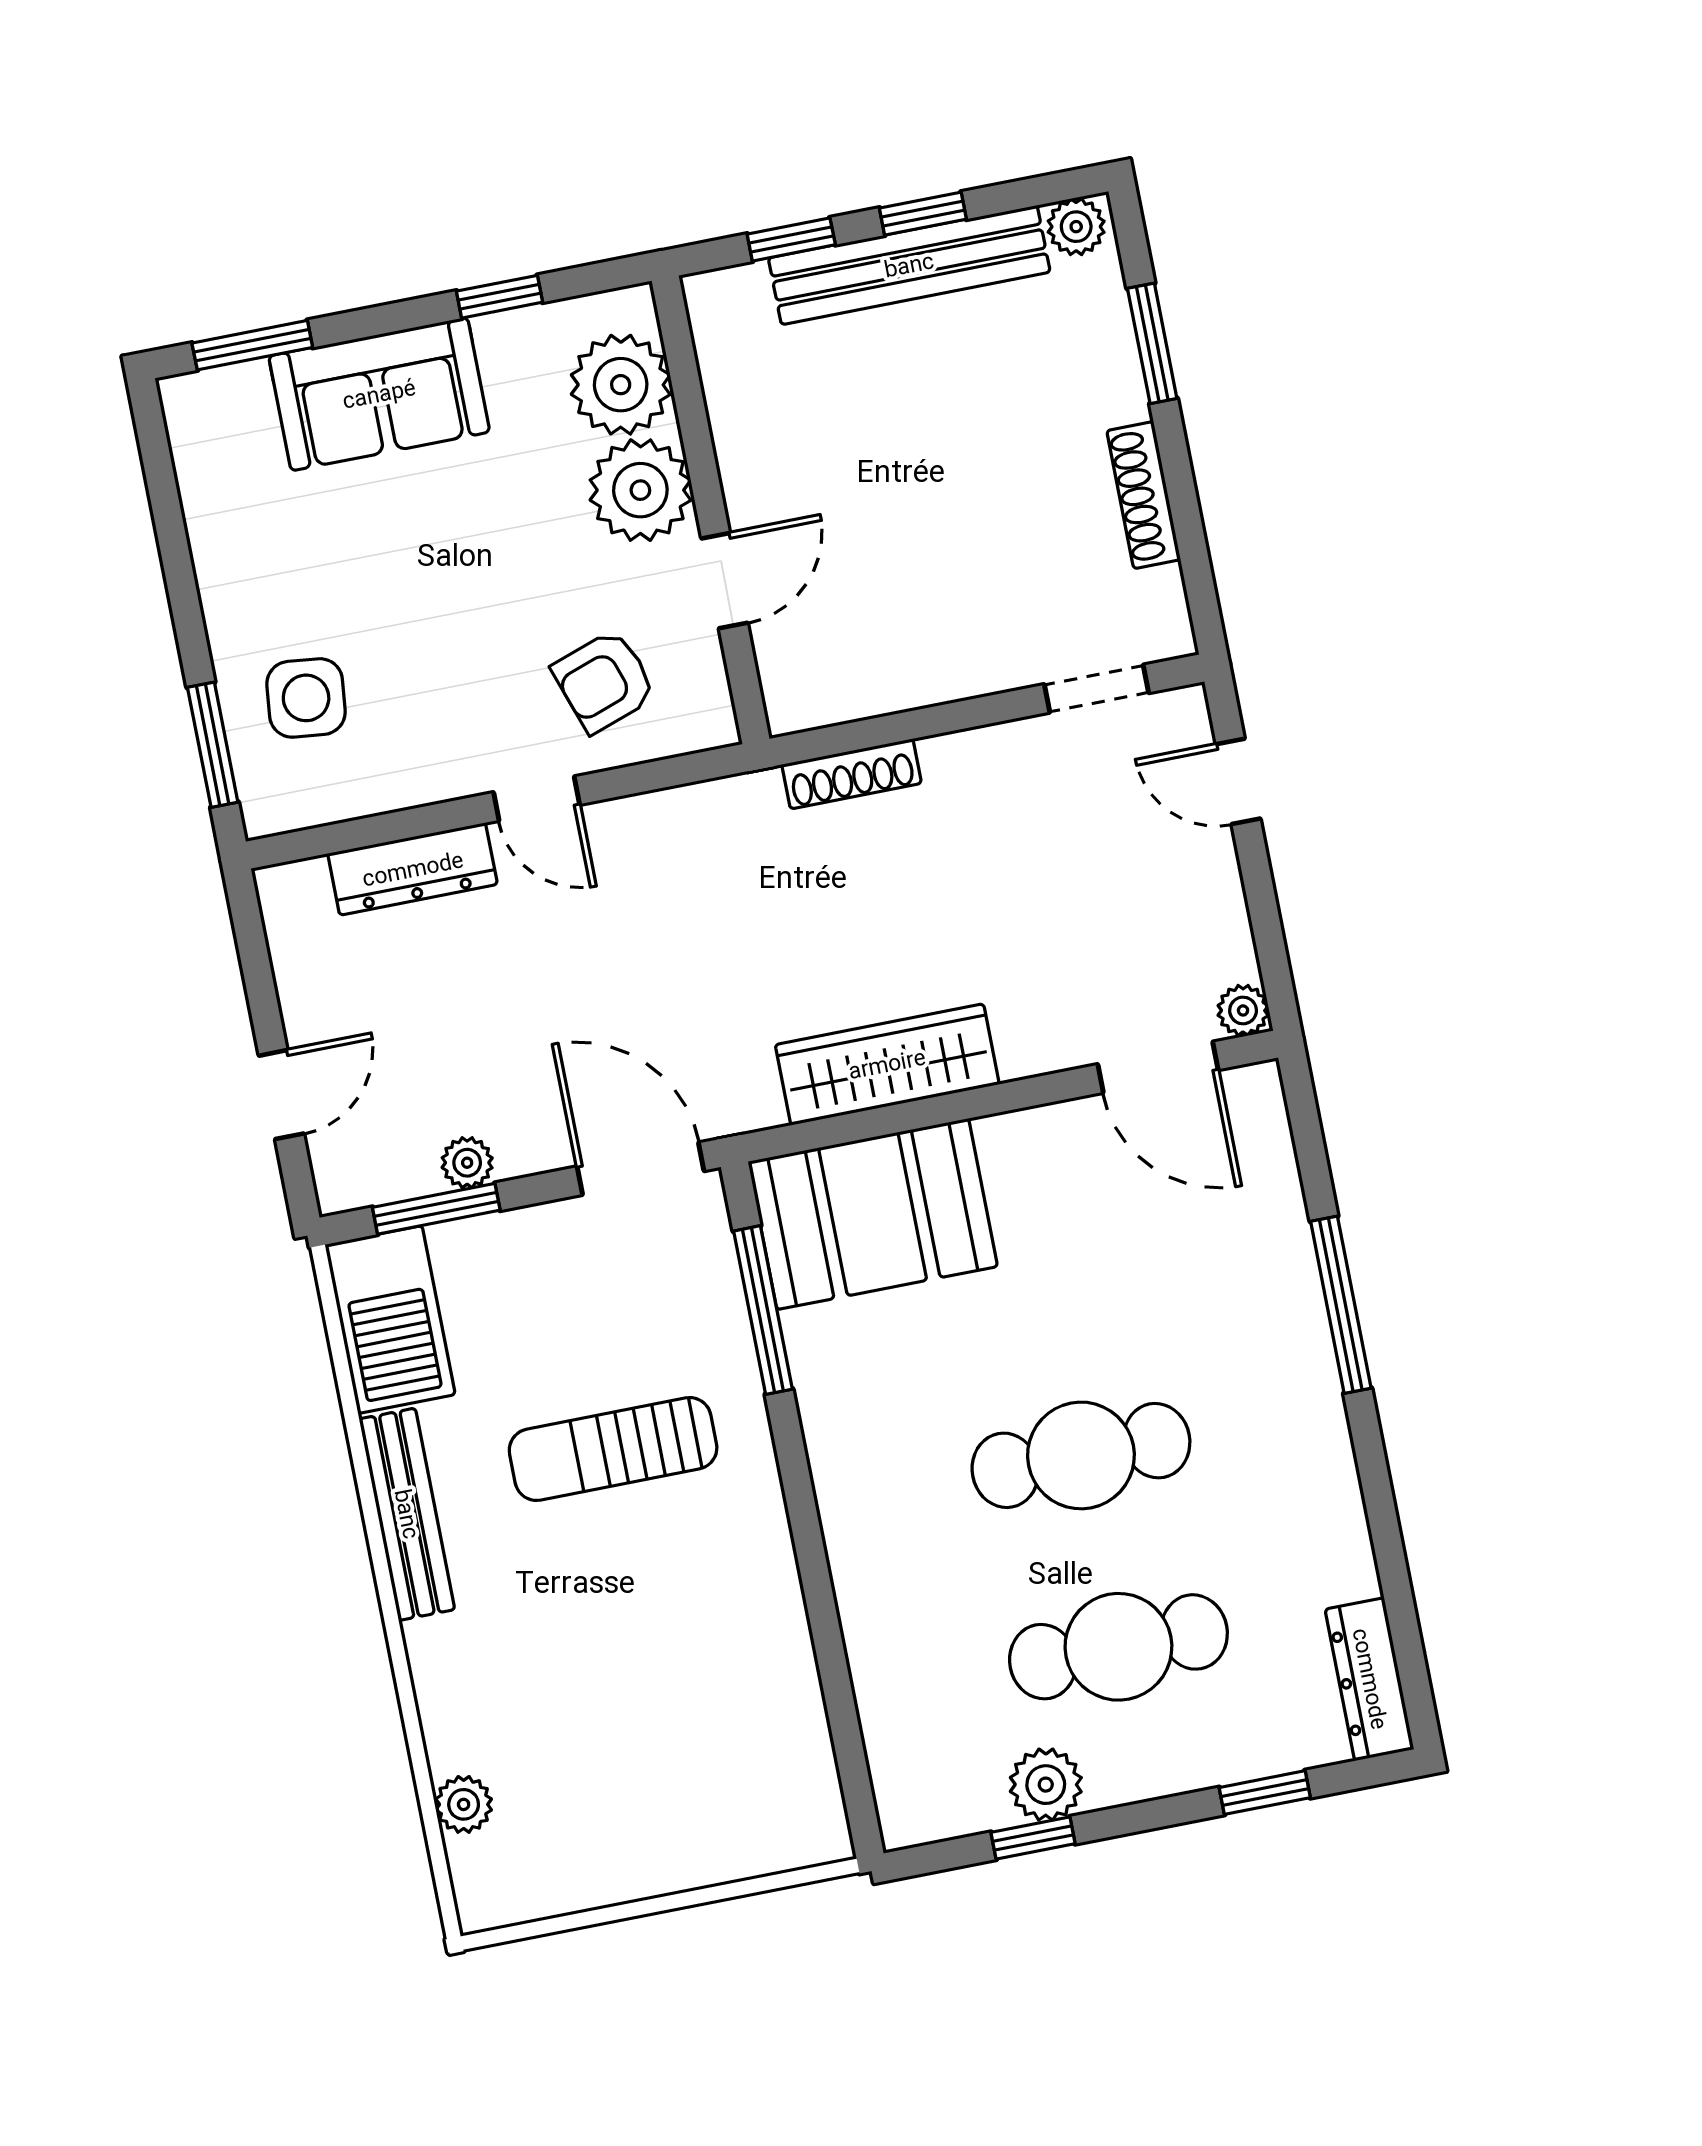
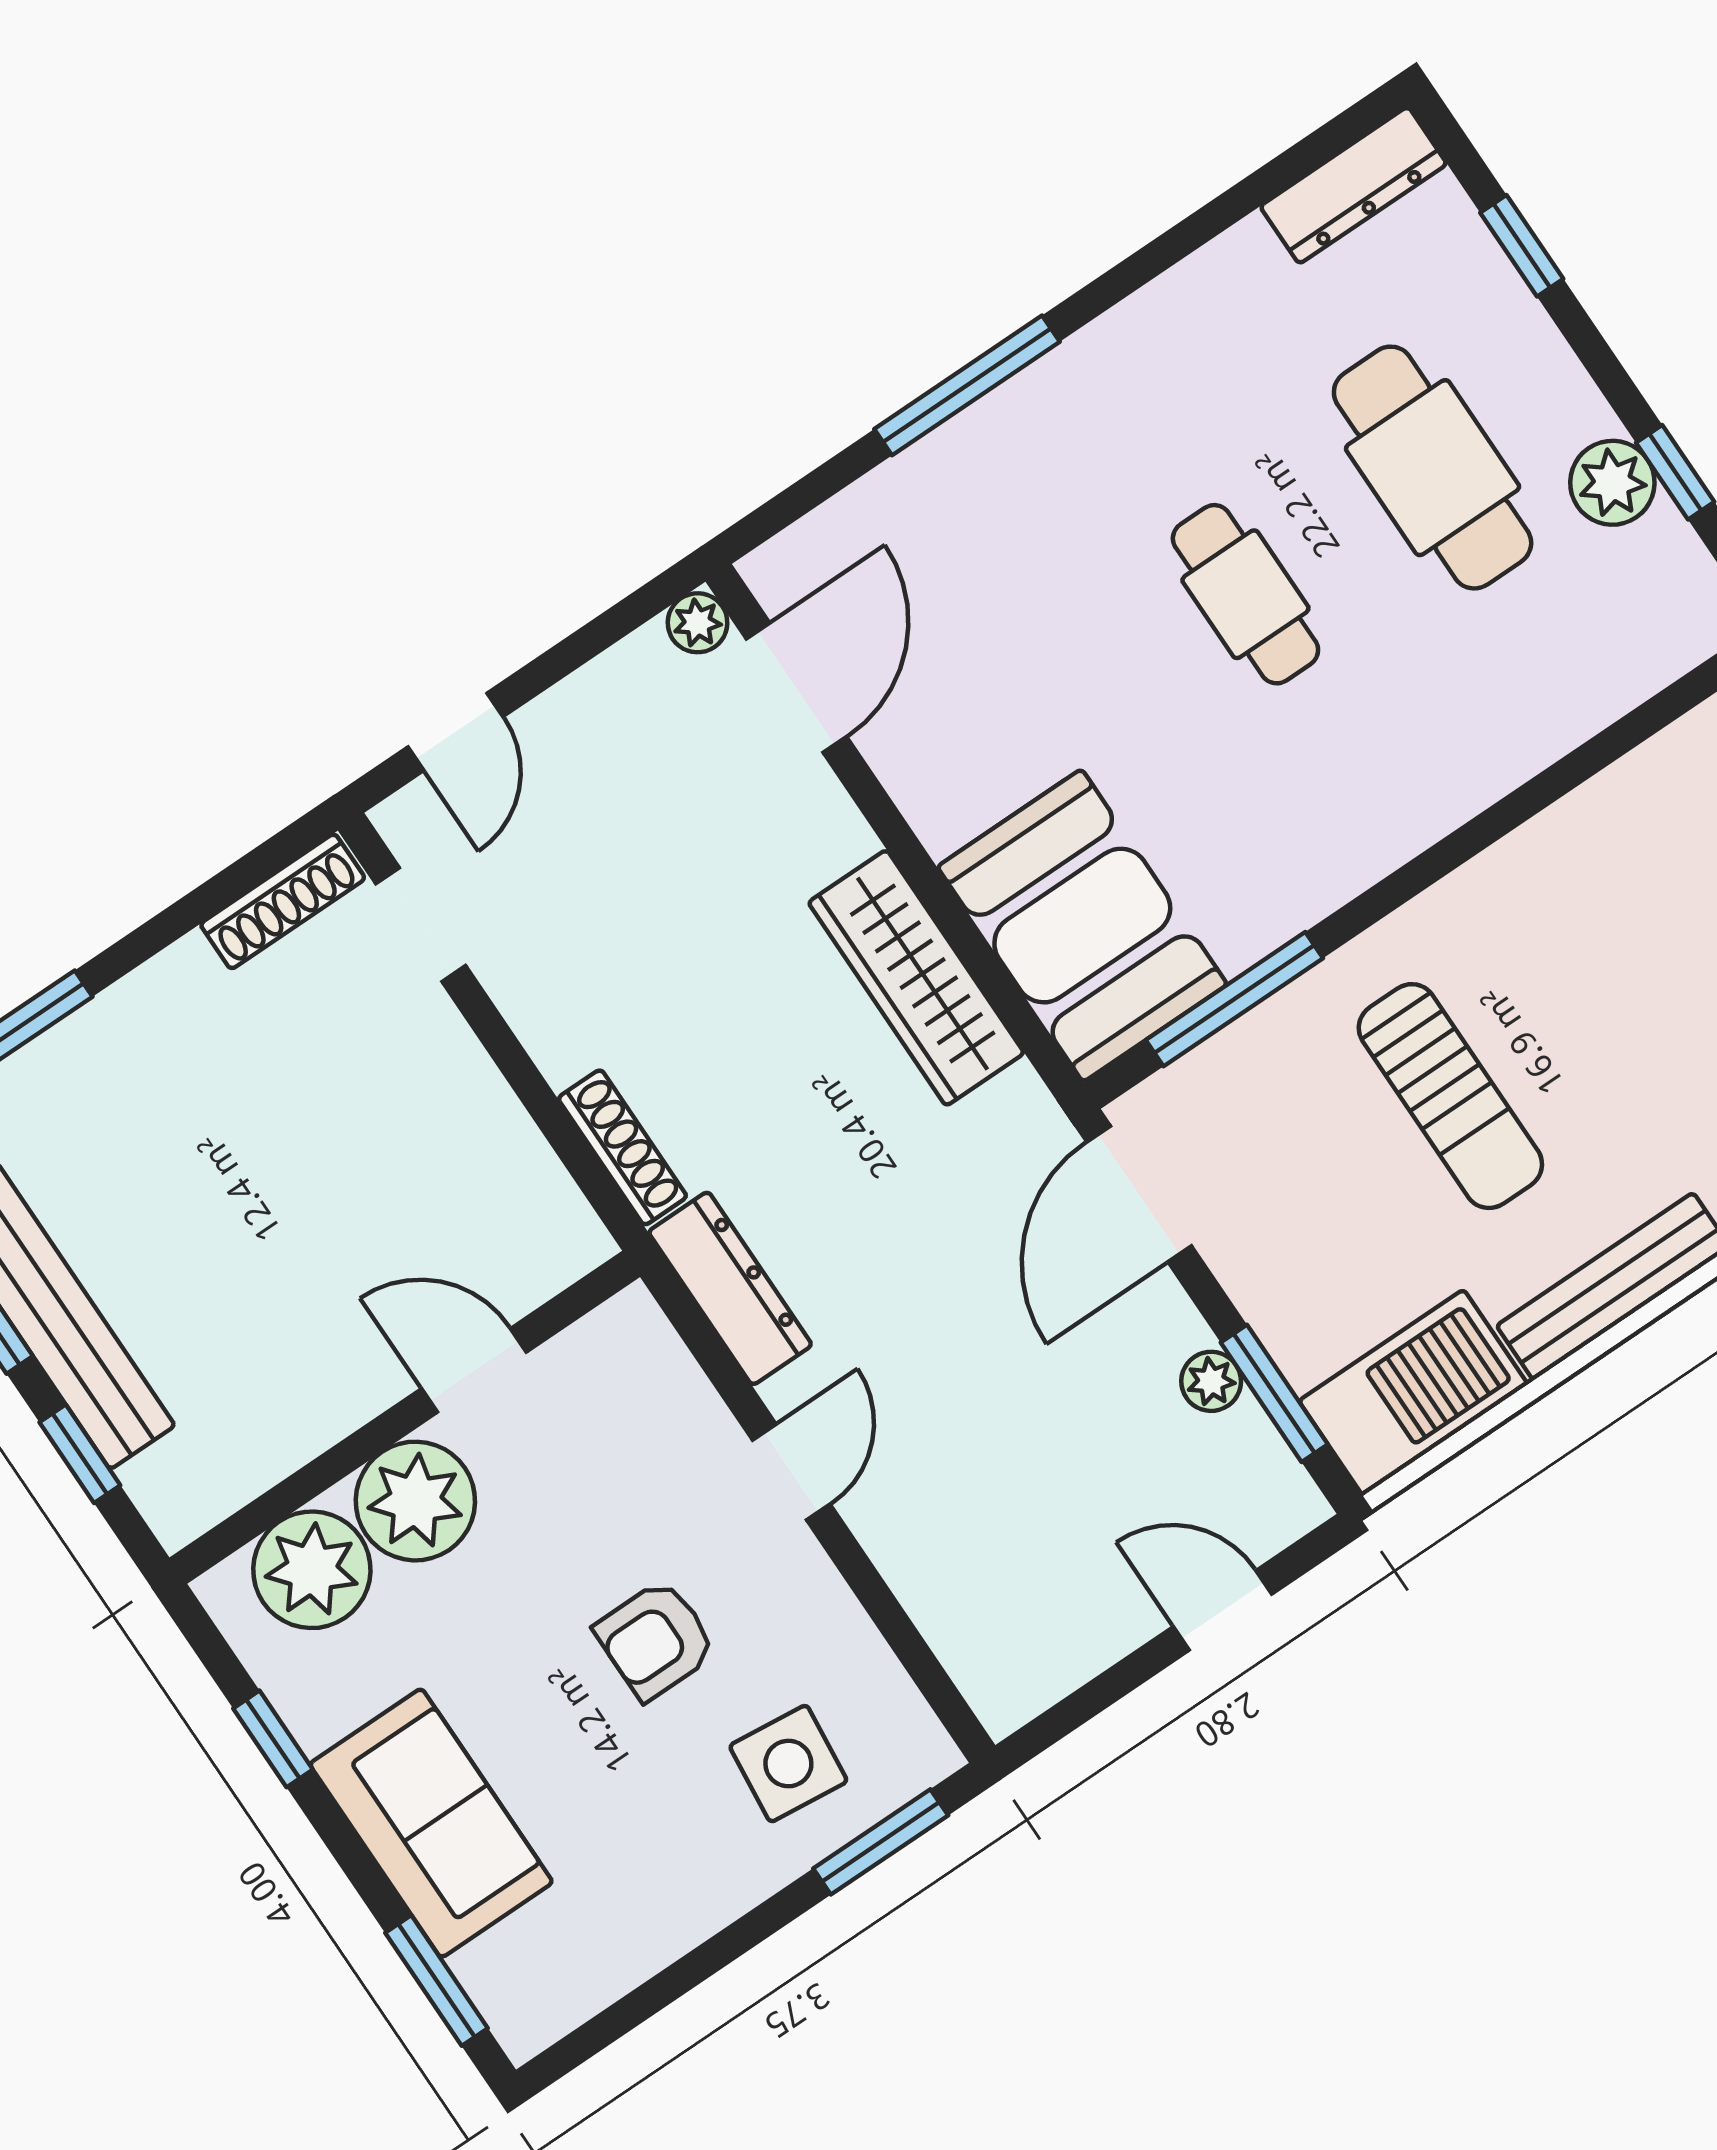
shoe rack: (1144, 495) -> (283, 901), moved
armchair: (604, 681) -> (656, 1640), moved, turned 109
dresser: (413, 869) -> (730, 1288), moved
cafe table: (1081, 1455) -> (1245, 594), width x0.73, depth x0.74

